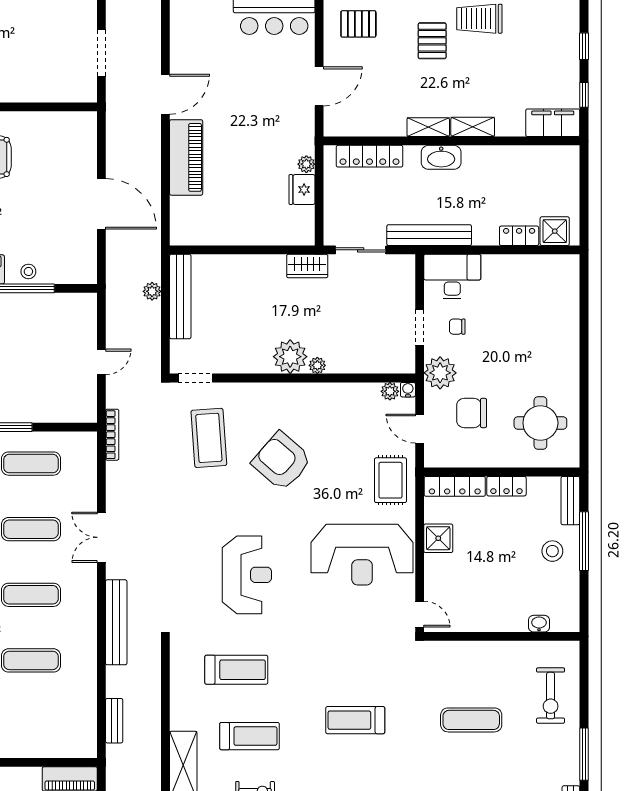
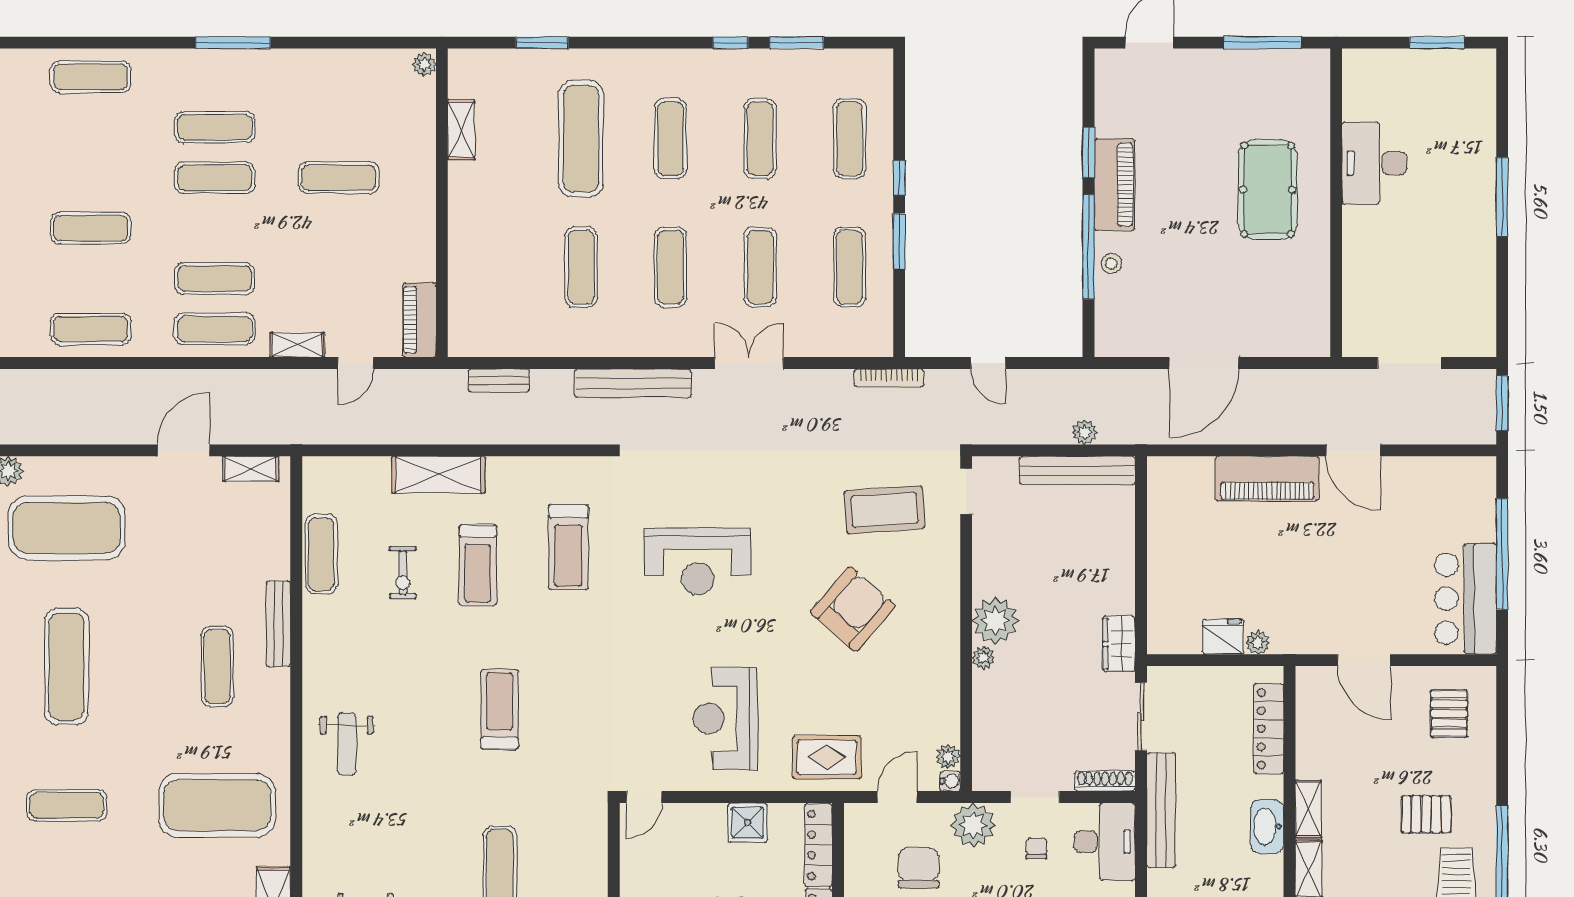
shoe rack: (408, 276) -> (1105, 781), added
reception desk: (362, 555) -> (725, 719), width x0.74, depth x0.77

